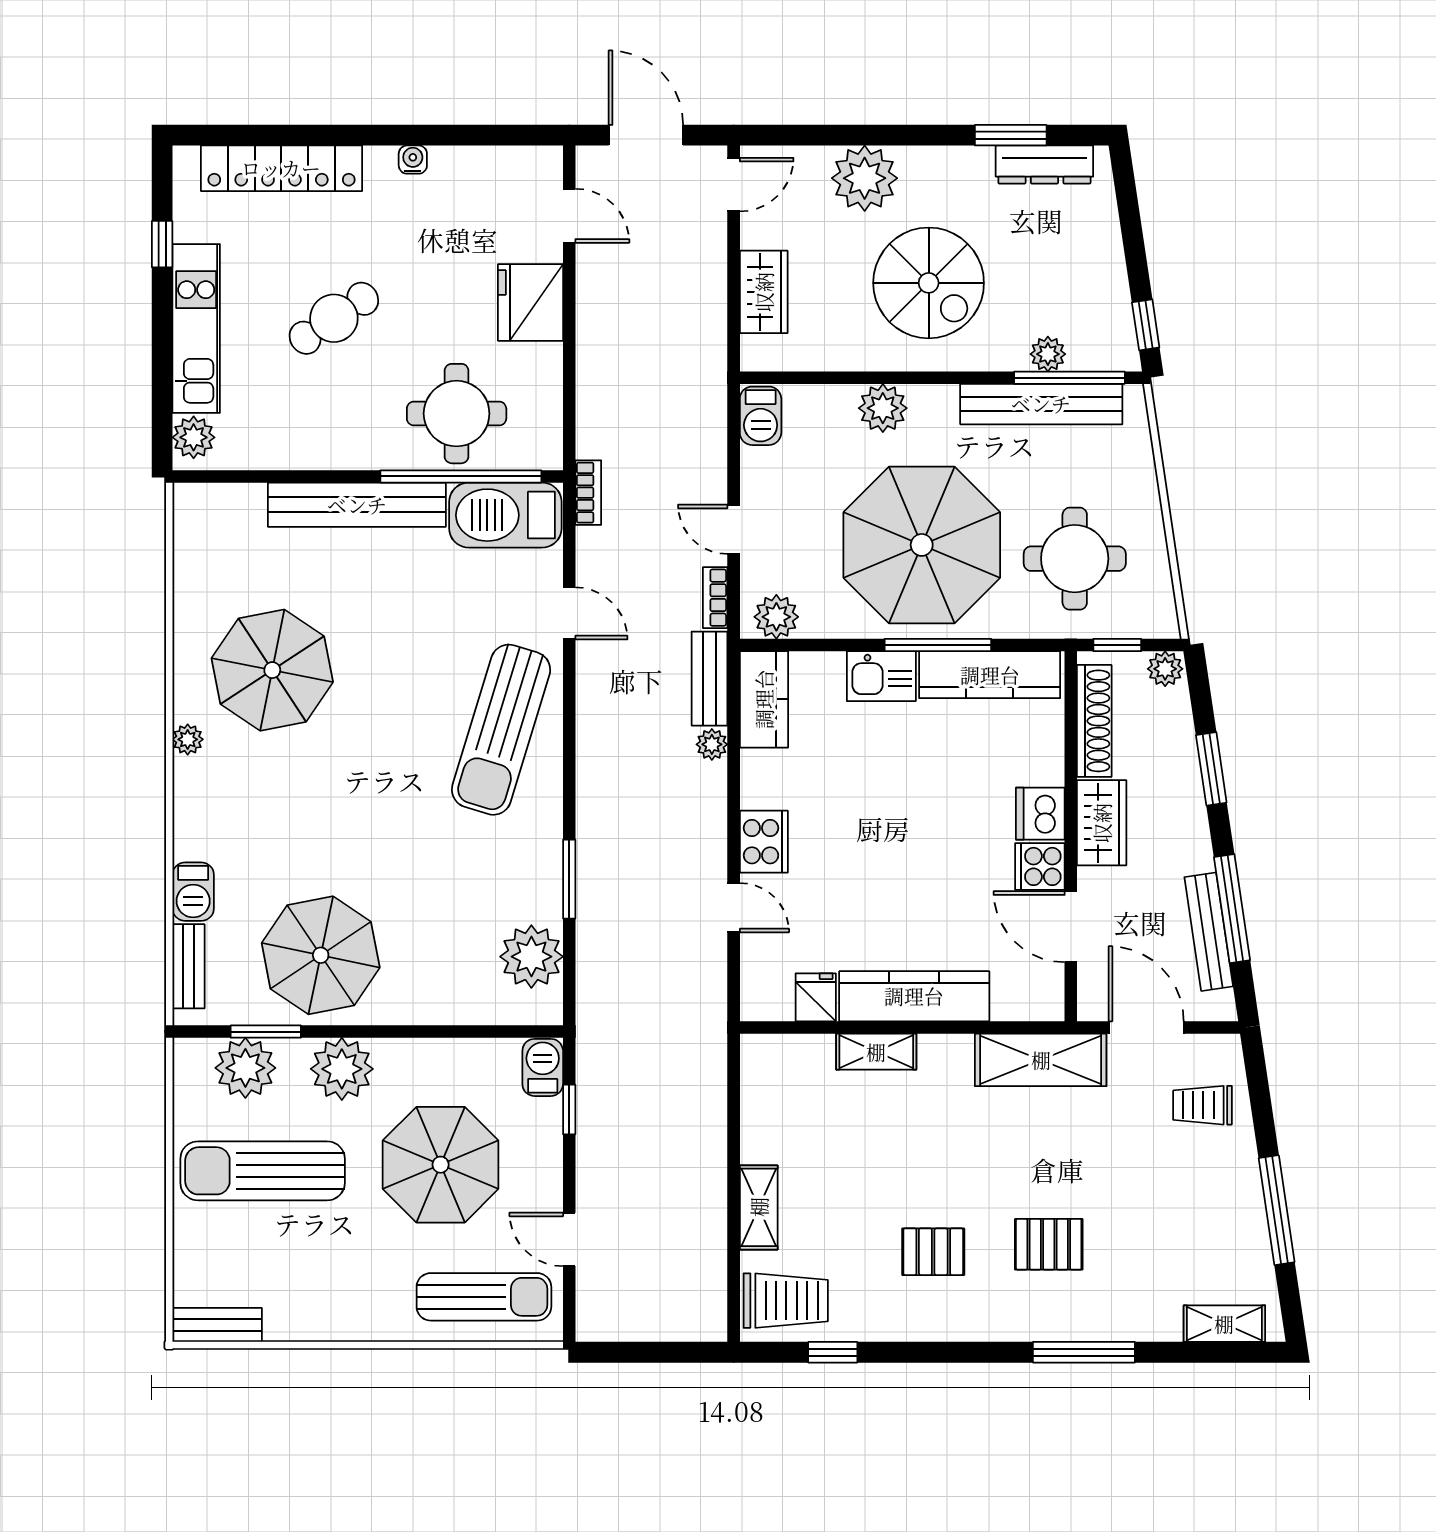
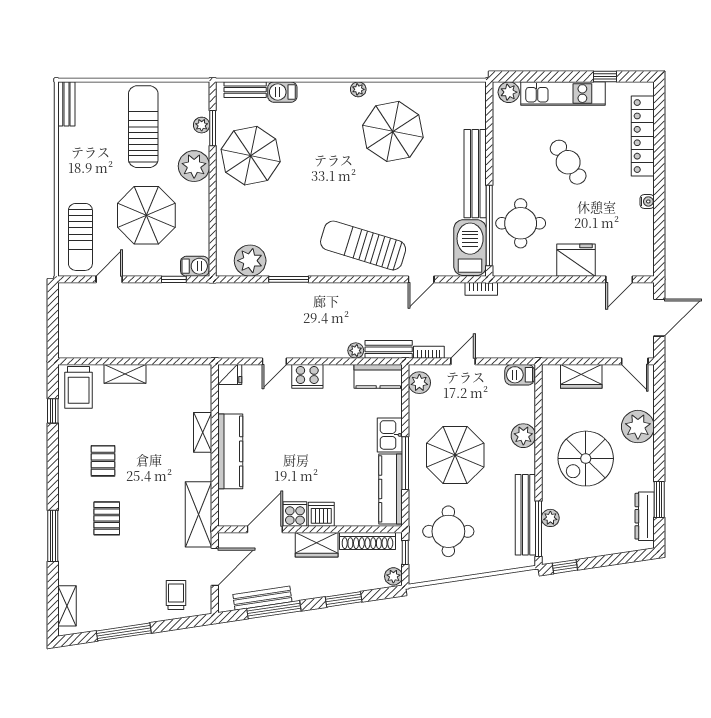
parasol: (922, 545) -> (455, 455), width x0.73, depth x0.73
fridge: (816, 997) -> (230, 374), moved
plant: (245, 1068) -> (202, 125), width x0.53, depth x0.53

